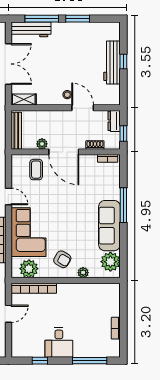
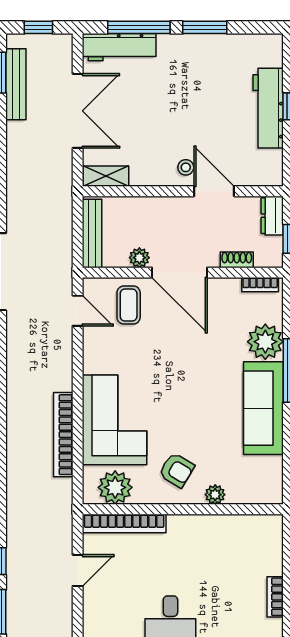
door: (8, 196) -> (78, 311), moved
plant: (110, 262) -> (265, 342), moved

